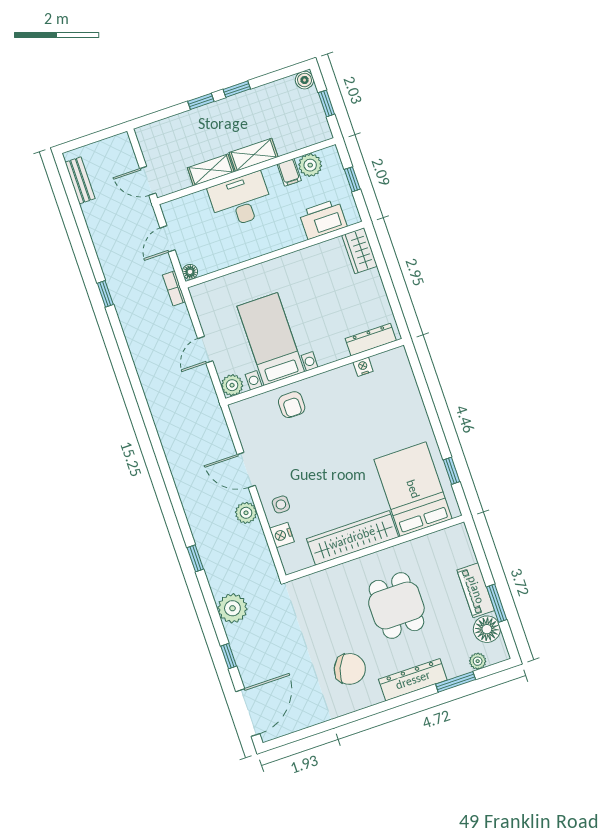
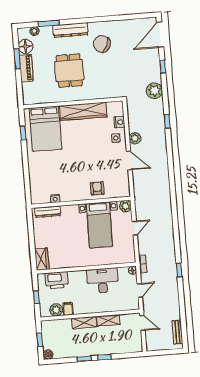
desk: (241, 200) -> (102, 281), moved, turned 180

